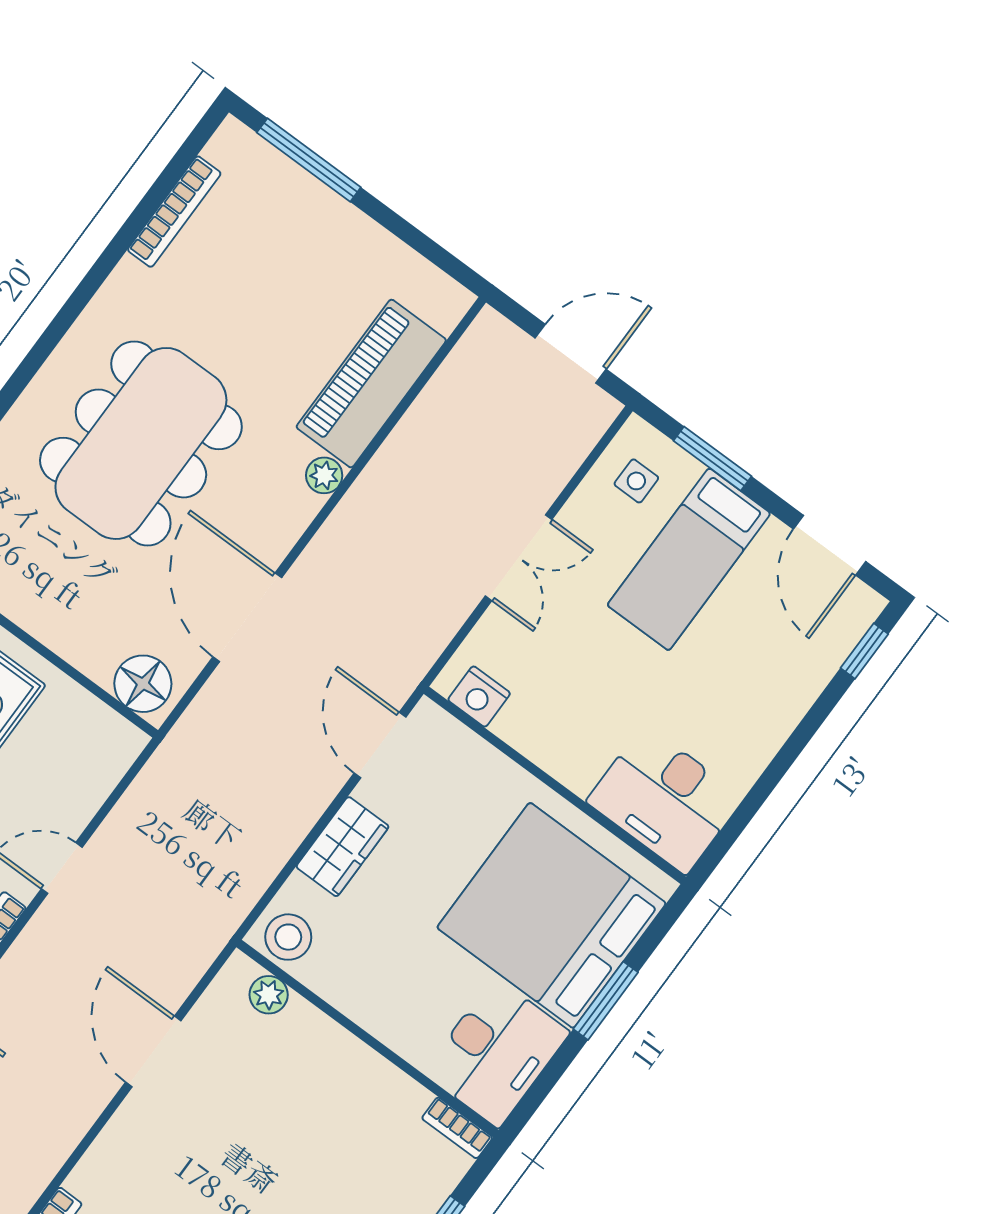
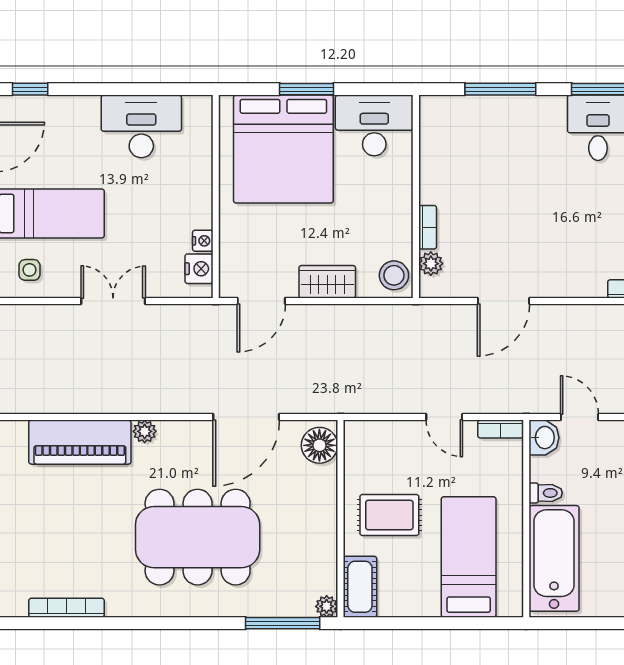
nightstand: (511, 727) -> (203, 241), added
desk: (665, 799) -> (141, 126), moved, turned -90
bookcase: (457, 1128) -> (428, 227), moved

